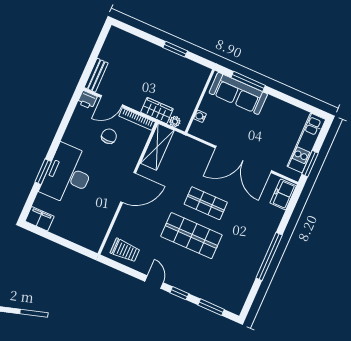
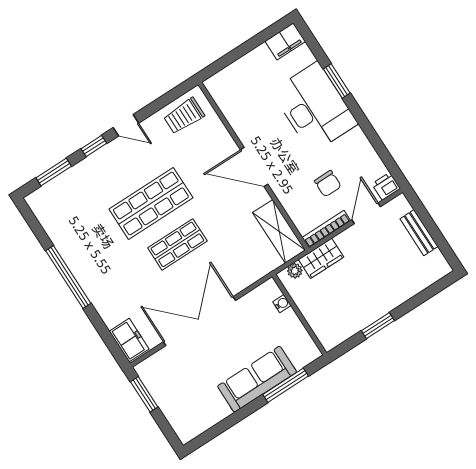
bench: (96, 75) -> (419, 233), moved
sofa: (238, 93) -> (257, 379), moved
kitchen unit: (306, 143) -> (171, 406), removed
door: (128, 188) -> (254, 167), hinge flipped

